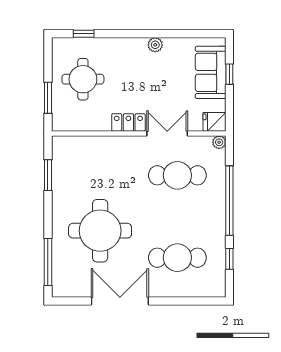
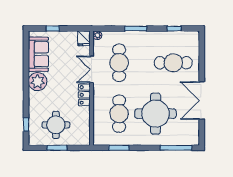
plant: (155, 45) -> (38, 82), width x1.87, depth x1.87
sofa: (211, 72) -> (38, 54), moved, turned -90
window: (48, 98) -> (57, 148), moved
cafe table: (100, 175) -> (119, 114), added
window: (229, 201) -> (136, 29), width x0.47
cafe table: (177, 258) -> (173, 63), turned 90

